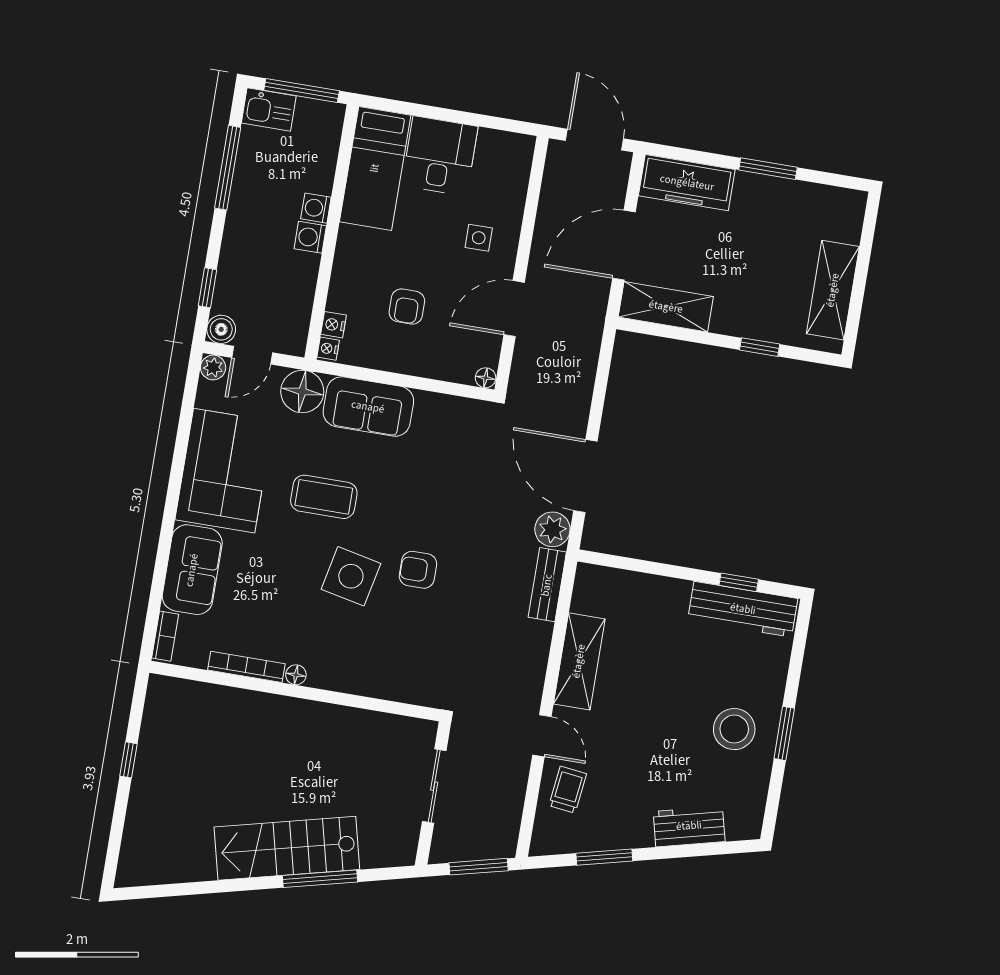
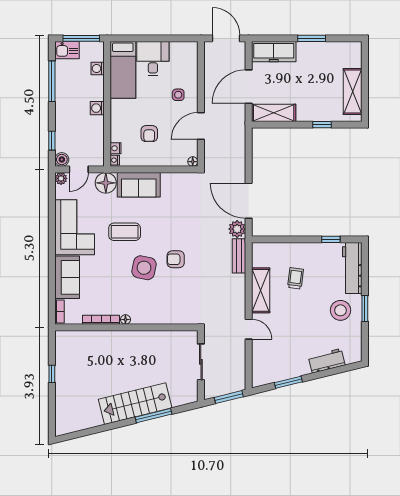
washing machine: (316, 208) -> (98, 68), moved
workbench: (743, 609) -> (352, 268), moved, turned 90
trolley: (568, 790) -> (296, 278), moved

